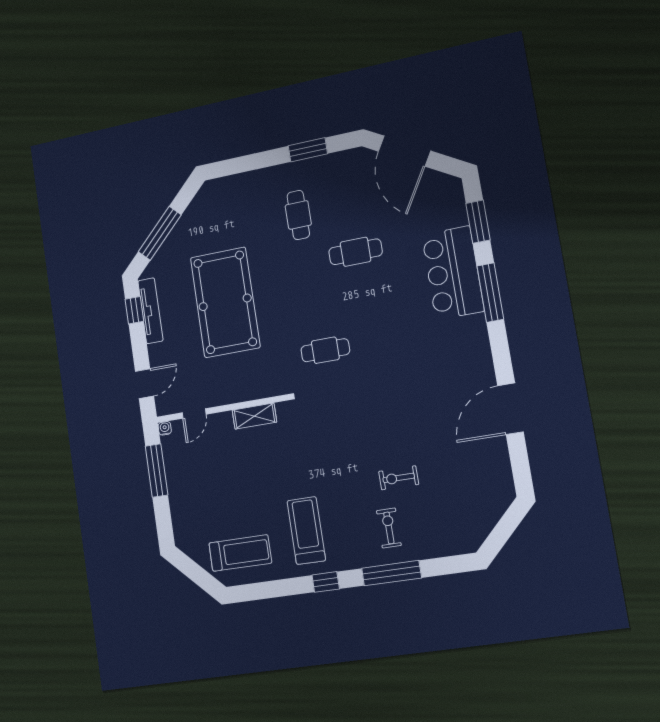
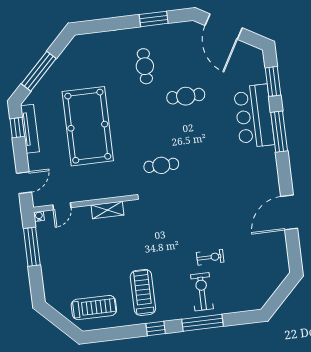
exercise bike: (399, 478) -> (210, 257), turned 180
exercise bike: (389, 528) -> (202, 292), width x1.38, depth x1.39

